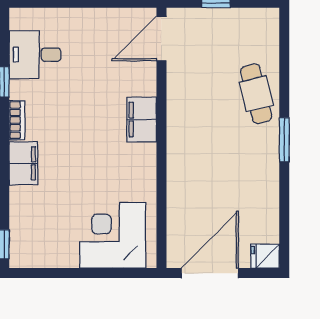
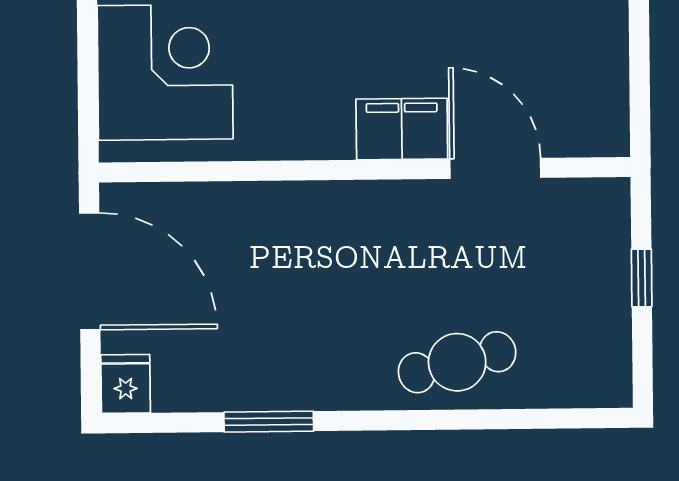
door: (161, 38) -> (495, 168), moved
window: (284, 140) -> (269, 422), moved

